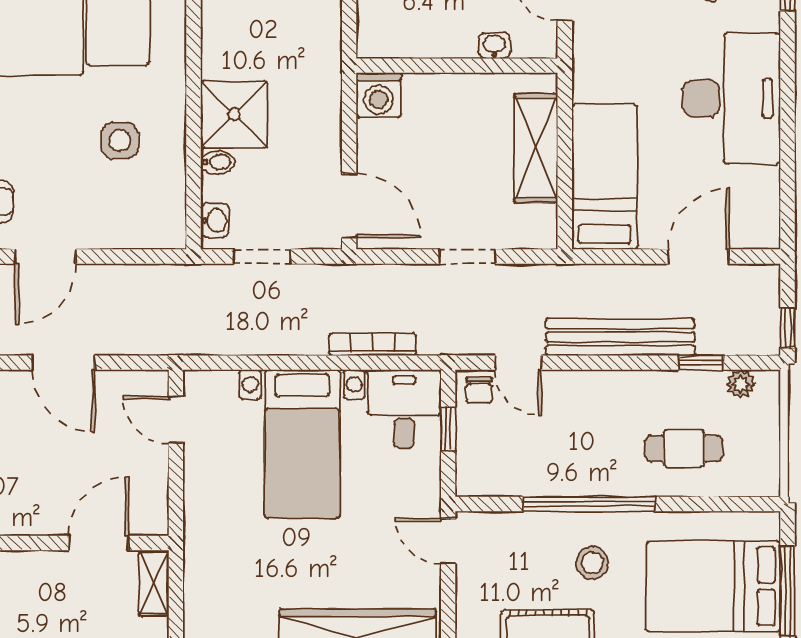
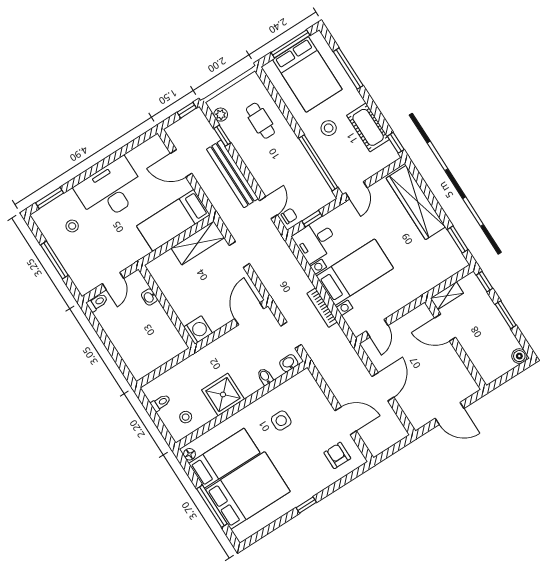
shower: (234, 114) -> (223, 394), moved
shelving: (536, 148) -> (198, 243), moved
bookcase: (373, 344) -> (322, 308), moved
window: (589, 504) -> (318, 163), moved

